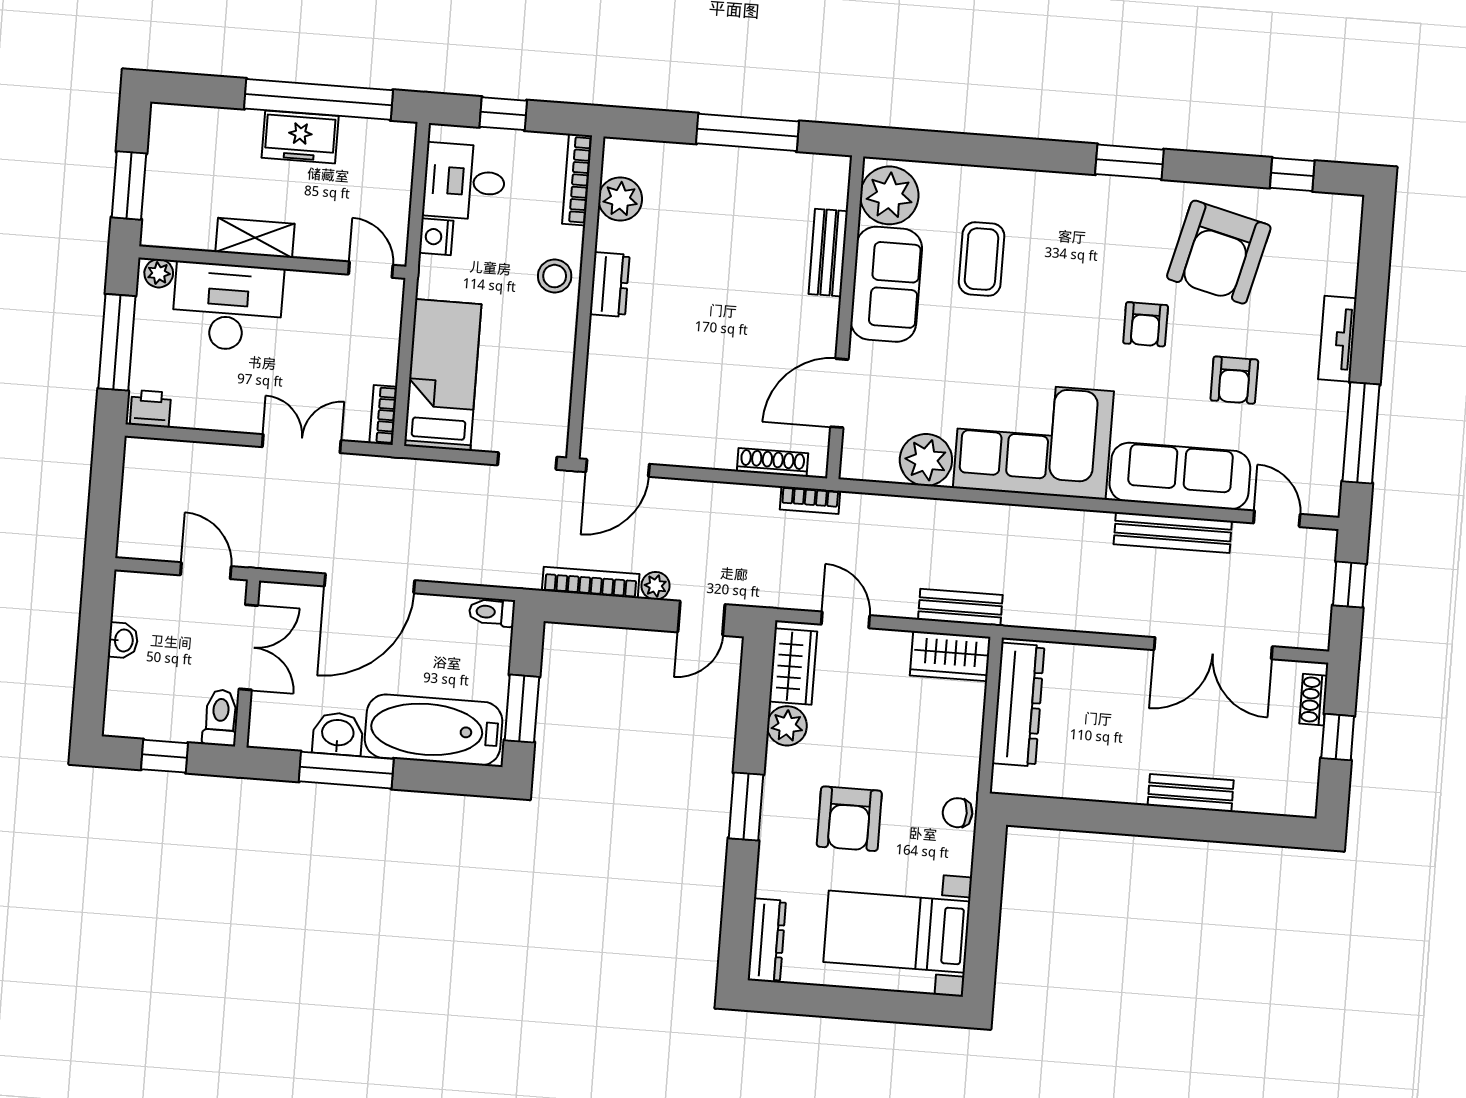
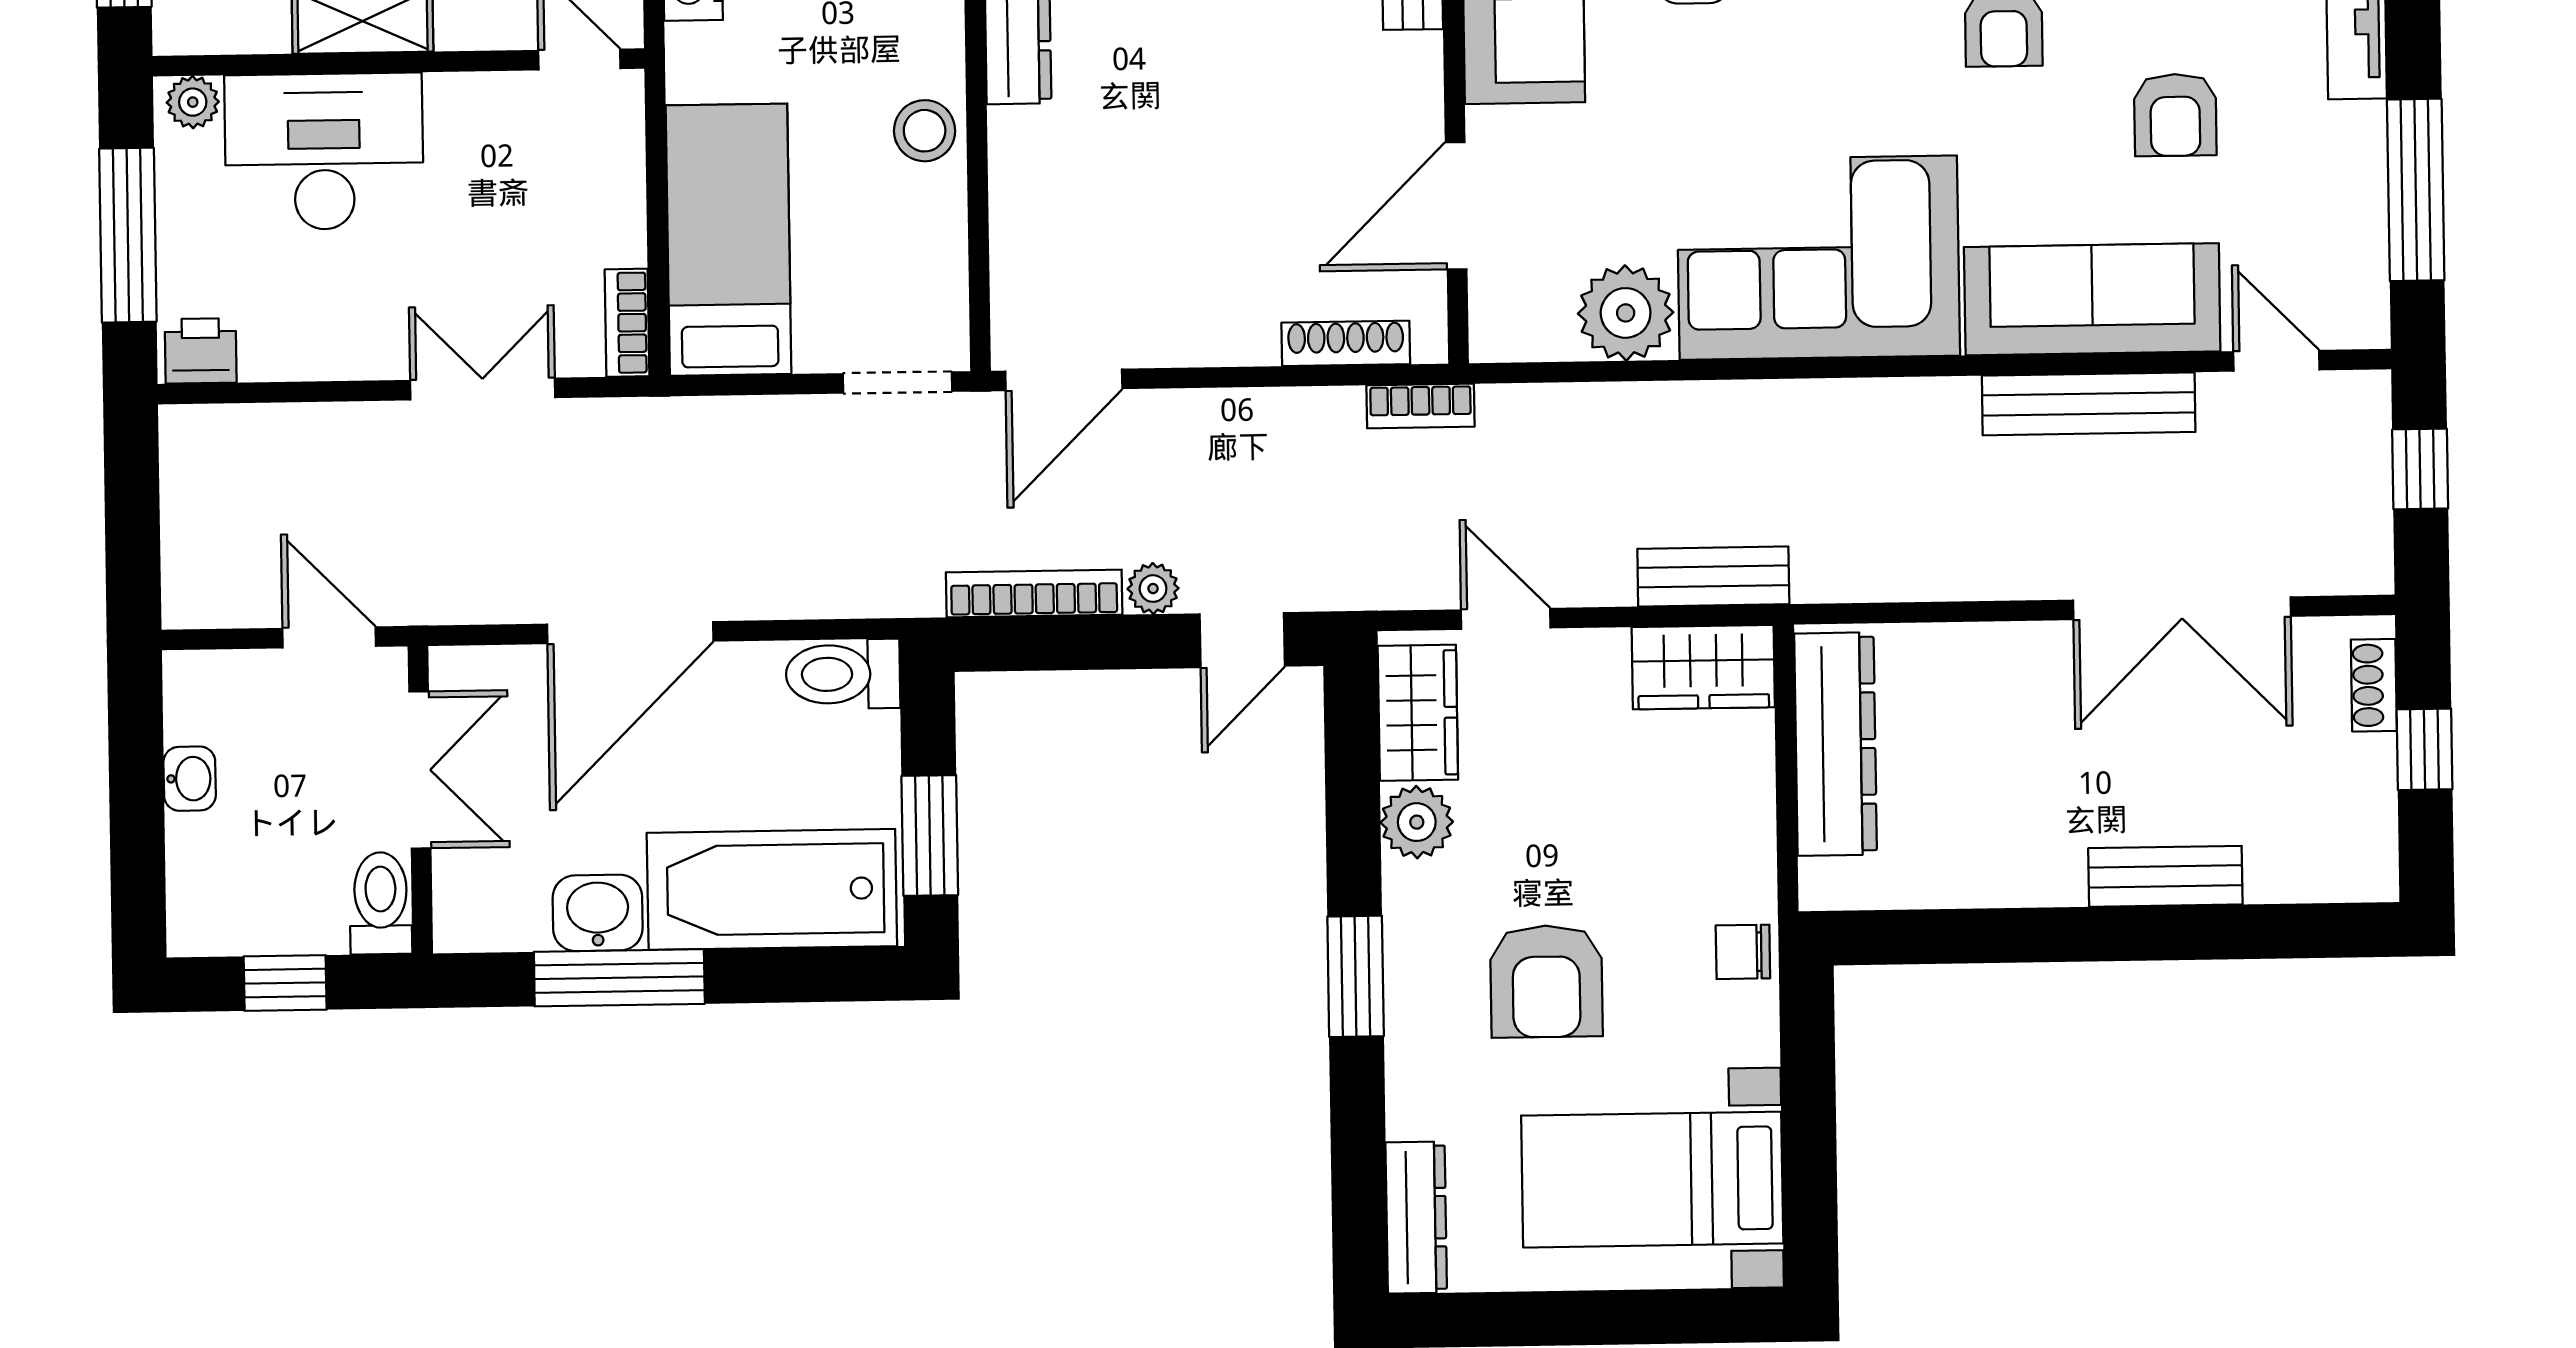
stool: (555, 276) -> (925, 131), moved
toilet: (492, 612) -> (843, 674), width x1.37, depth x1.39

